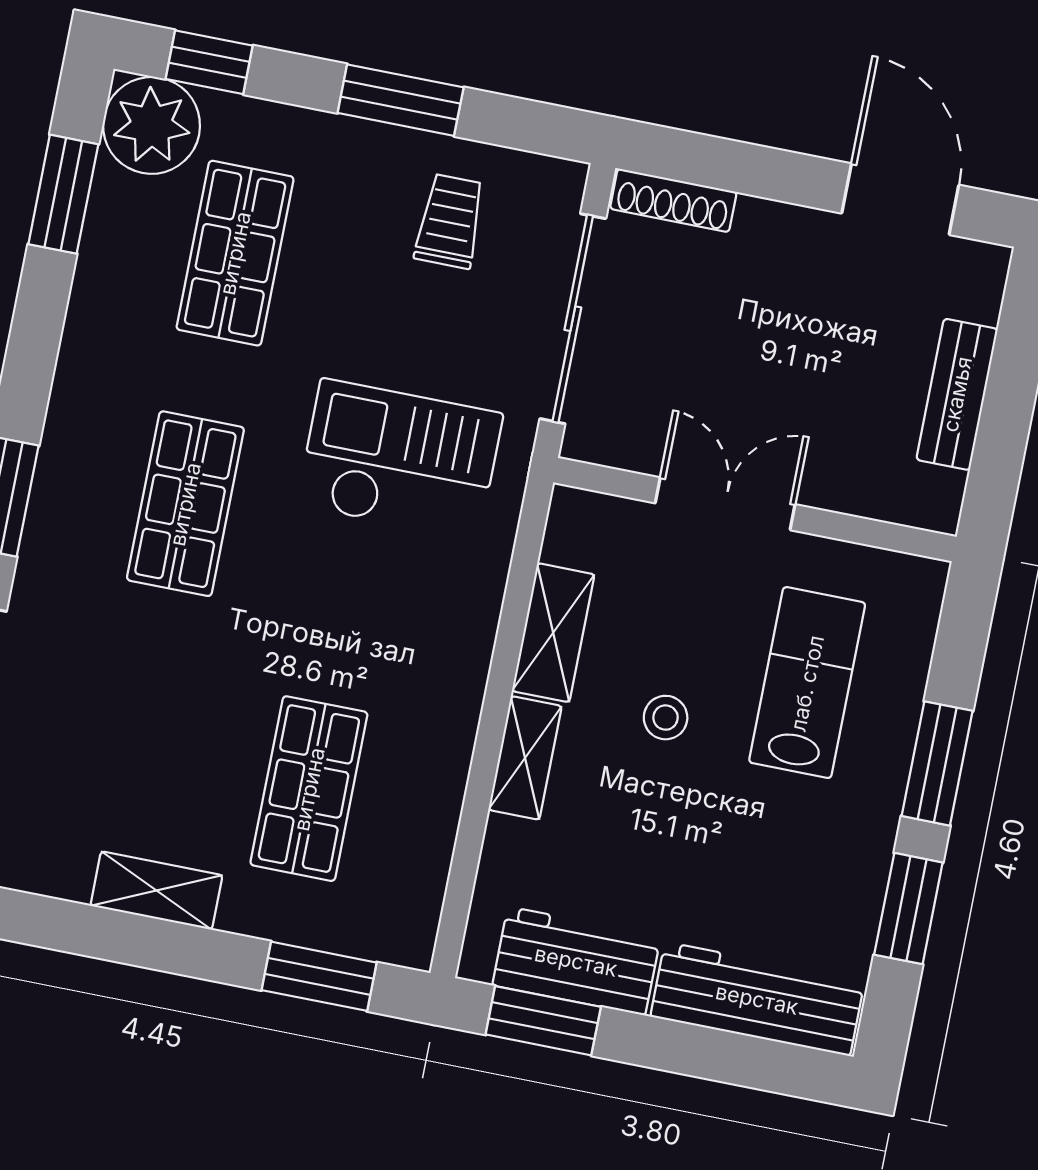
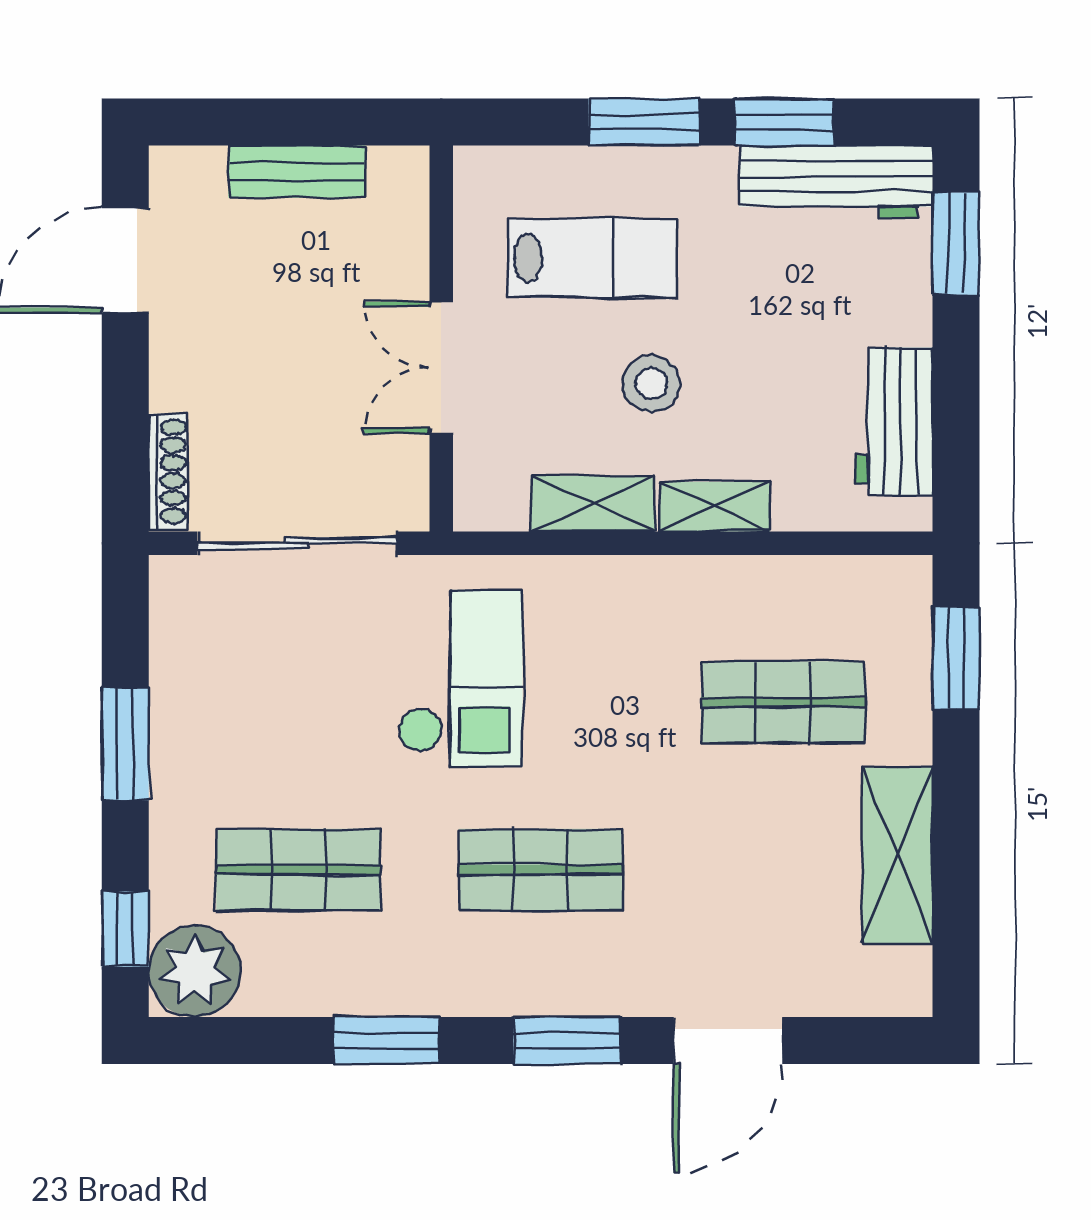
window: (63, 194) -> (386, 1040), moved
trolley: (450, 221) -> (229, 676), removed
checkout: (400, 460) -> (460, 678), turned 180
lab bench: (807, 683) -> (593, 258), turned 180
stool: (666, 718) -> (651, 383), width x1.37, depth x1.37
shelving: (156, 891) -> (897, 855), width x1.50, depth x1.33
workbench: (757, 999) -> (836, 182), moved, turned -90
window: (543, 1021) -> (956, 244), moved

